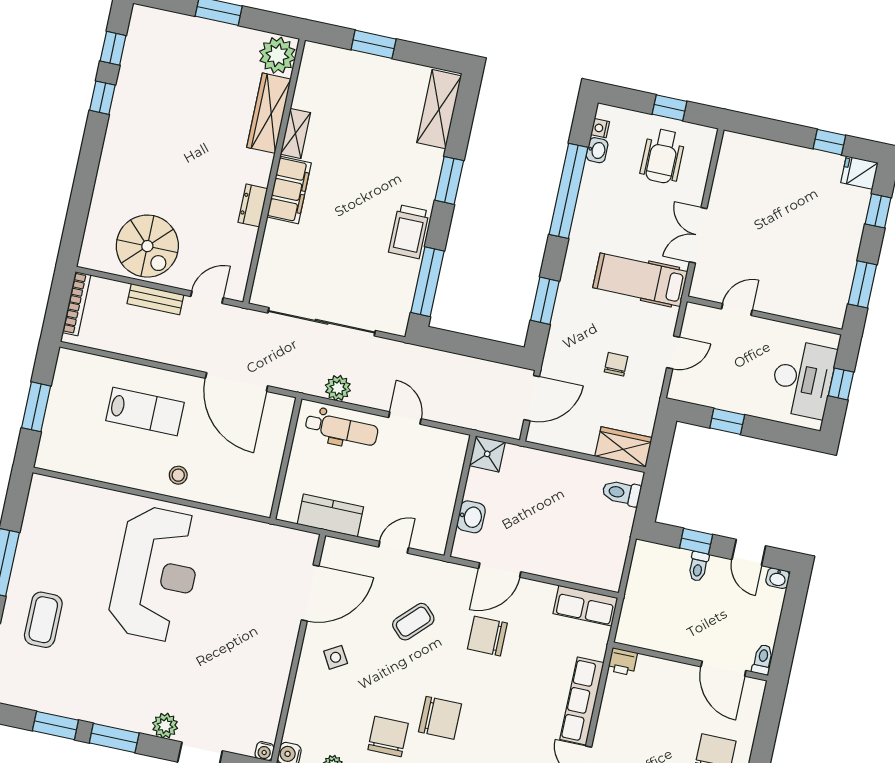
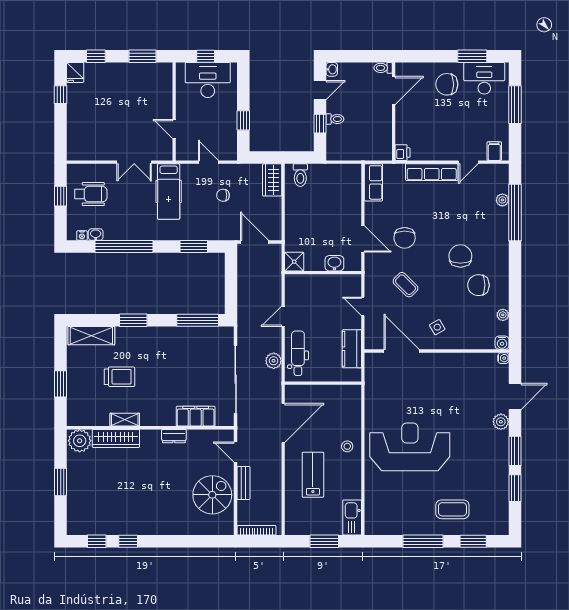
filing cabinet: (289, 190) -> (196, 416), moved
trolley: (409, 232) -> (119, 377), moved
kitchen sink: (64, 459) -> (352, 518), added

